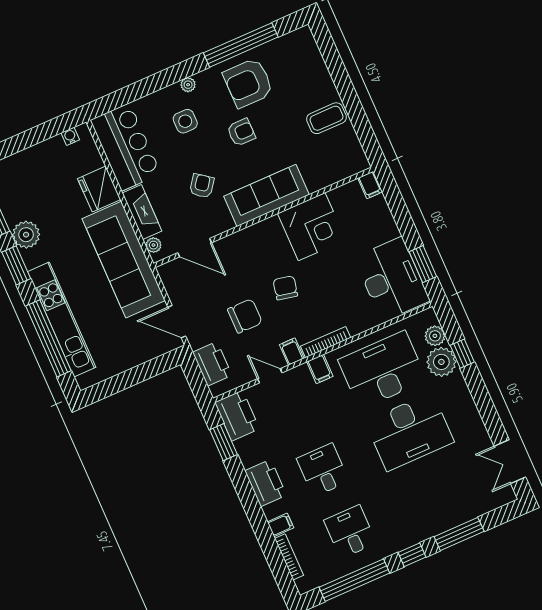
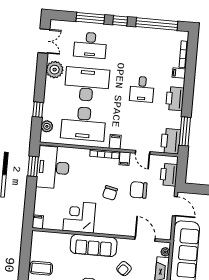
plant: (441, 362) -> (55, 70), moved
window: (223, 442) -> (185, 131), width x1.44
desk: (350, 532) -> (90, 45), moved, width x1.37

